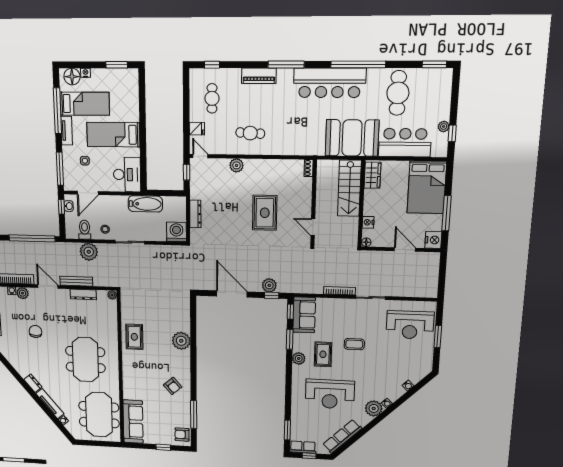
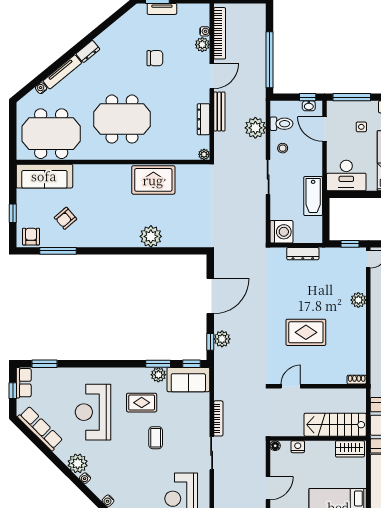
rug: (134, 337) -> (153, 180), width x1.36, depth x1.43
plant: (299, 358) -> (158, 375), moved
armchair: (173, 386) -> (66, 218), moved

